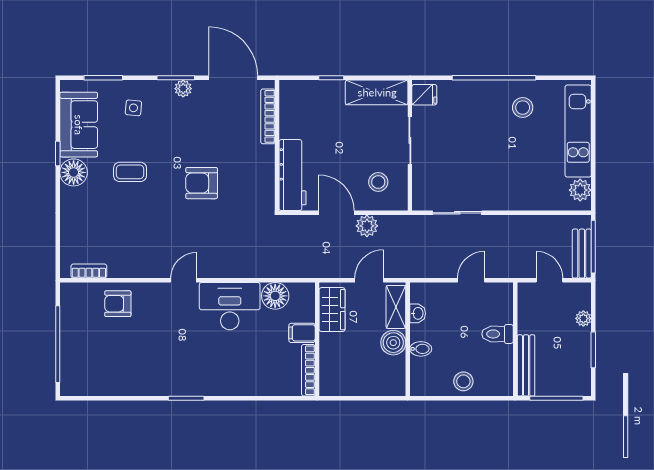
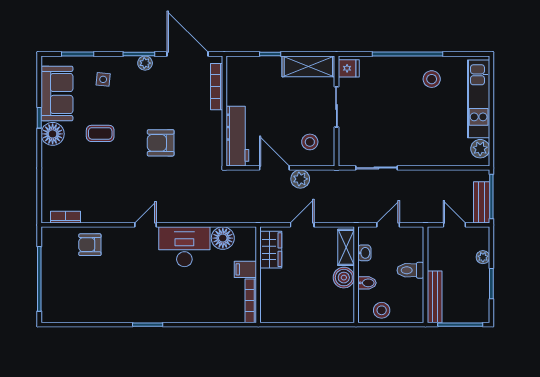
shelving: (396, 307) -> (346, 247), moved
washbasin: (418, 313) -> (364, 253), moved
wall: (408, 339) -> (356, 275), moved
boiler: (393, 343) -> (344, 278), moved
bidet: (421, 349) -> (367, 283), moved

